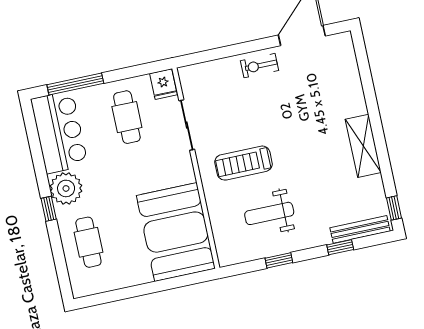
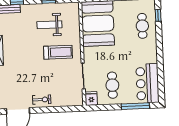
plant: (66, 188) -> (149, 55), removed
window: (49, 209) -> (158, 15), moved
weight bench: (269, 213) -> (49, 25), turned 180

